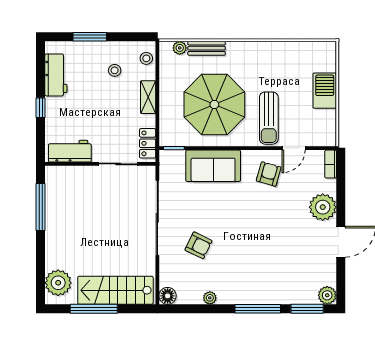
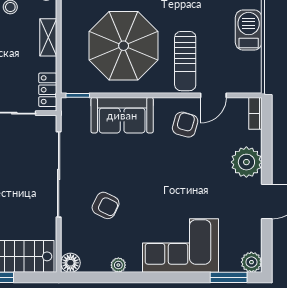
corner sofa: (265, 281) -> (180, 245), added
window: (258, 309) -> (173, 277), removed

